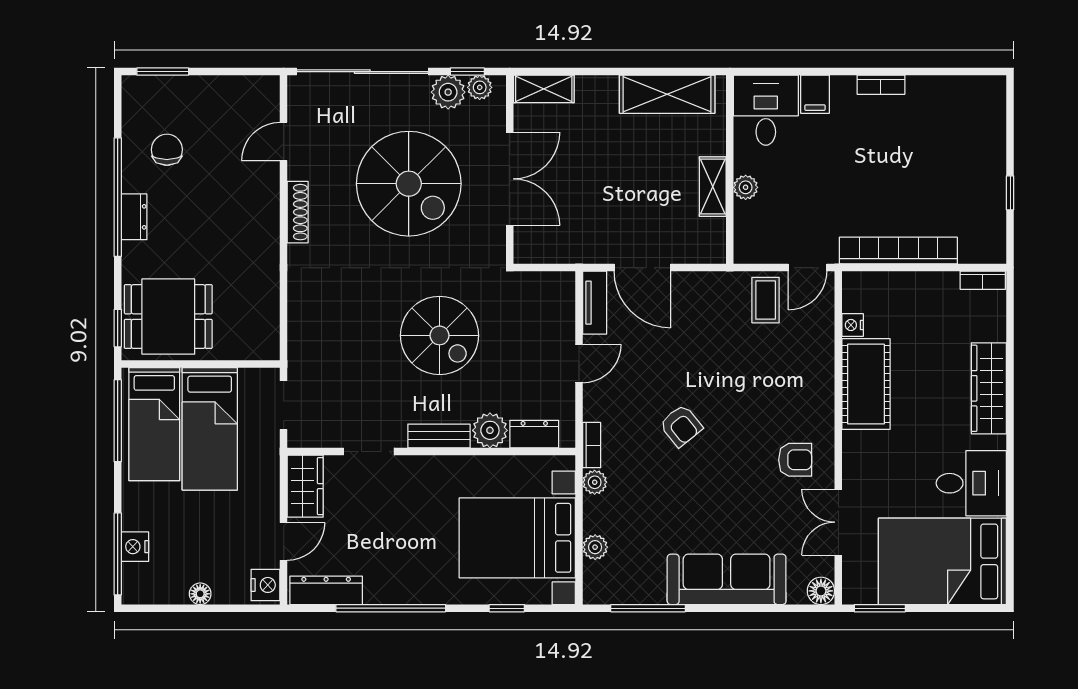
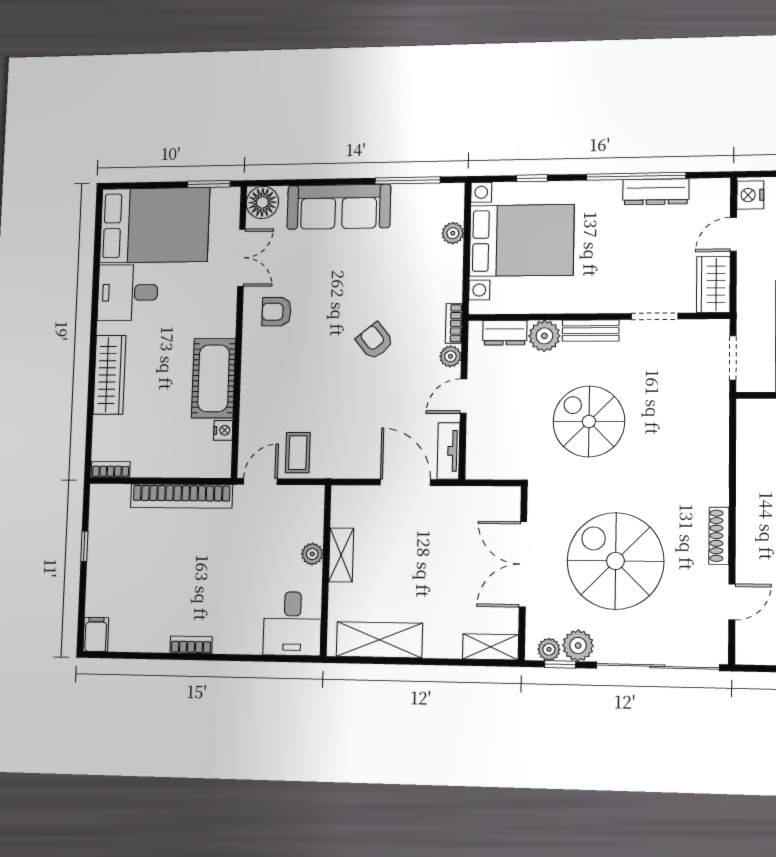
filing cabinet: (815, 94) -> (96, 634), moved
plant: (595, 482) -> (450, 356), moved
dresser: (326, 590) -> (656, 192), moved
floor lamp: (821, 591) -> (262, 202), width x1.38, depth x1.38

